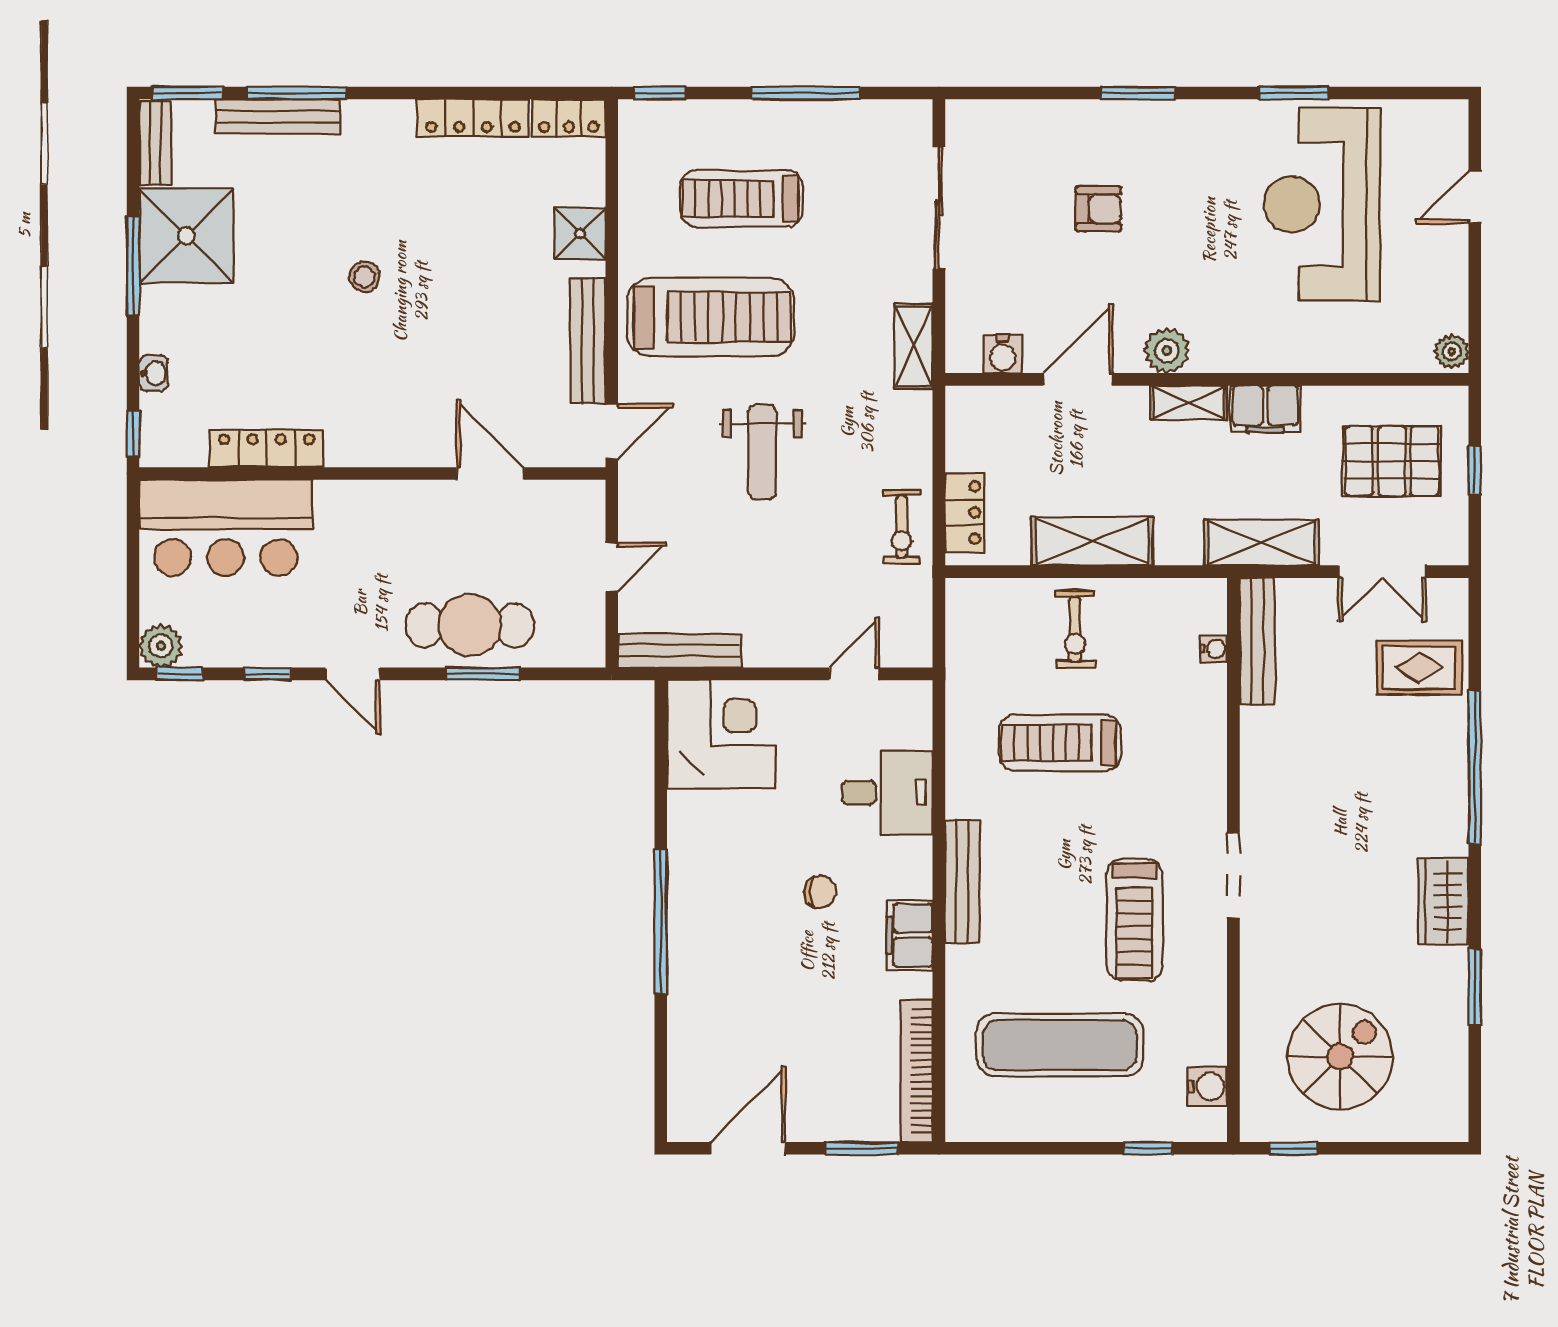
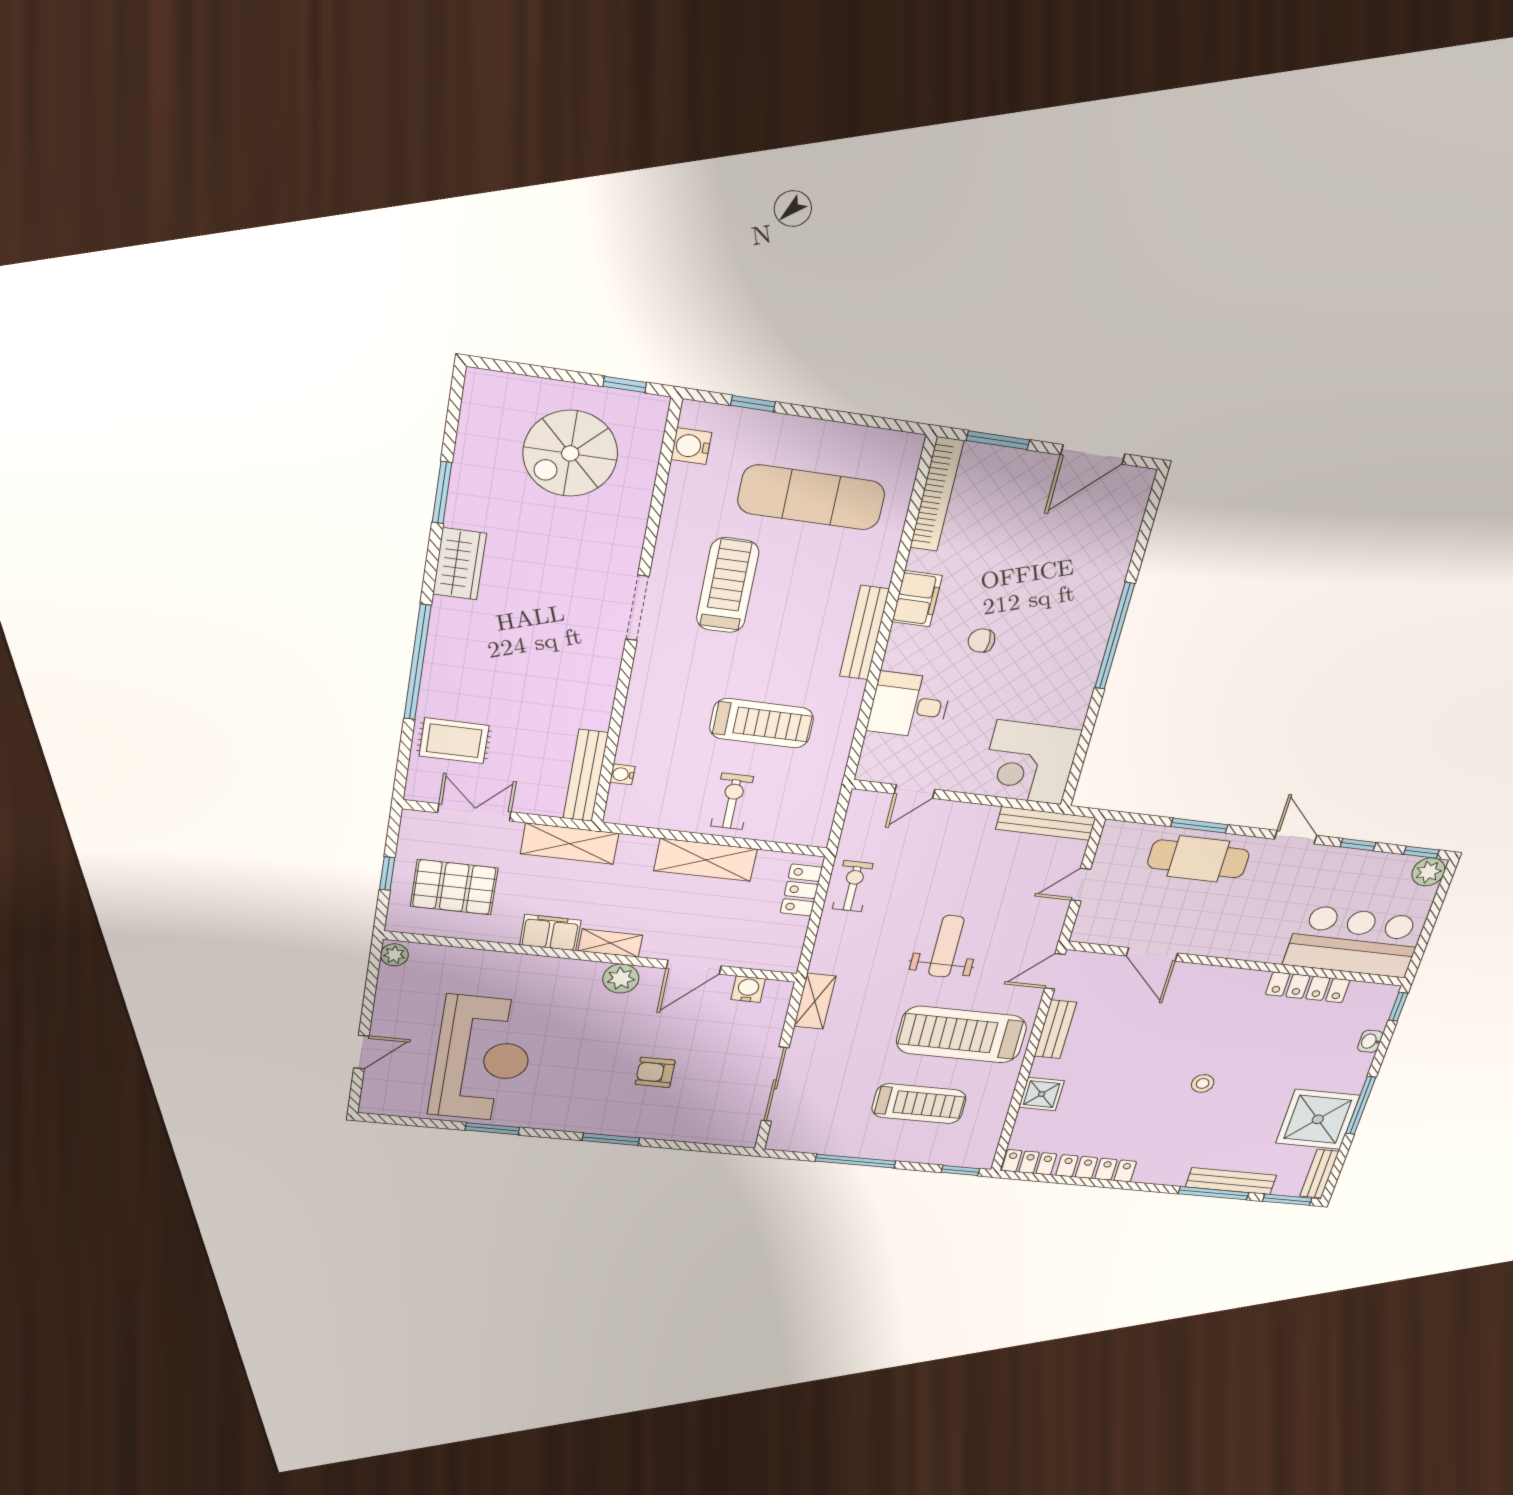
bench: (588, 341) -> (1055, 1029), width x0.73

